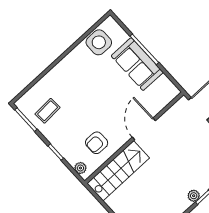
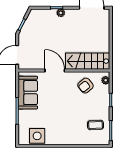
sofa: (137, 64) -> (28, 93), moved
door: (144, 129) -> (55, 70), swing flipped
armchair: (97, 143) -> (85, 86), turned 141

